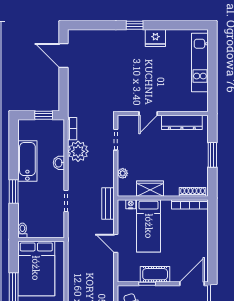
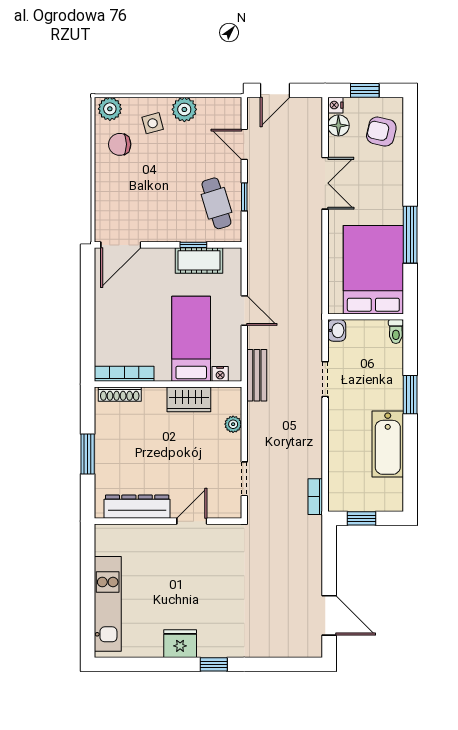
plant: (78, 151) -> (306, 460), removed
washbasin: (59, 163) -> (337, 330), moved
cot: (155, 274) -> (199, 260), moved

